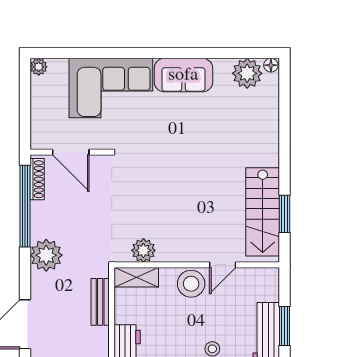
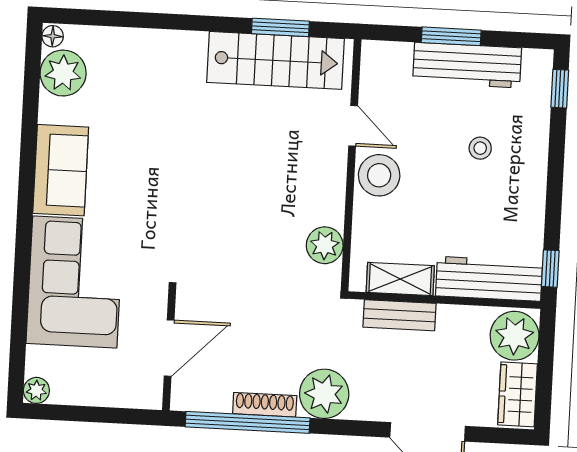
shoe rack: (37, 179) -> (265, 405), moved
shelving: (136, 277) -> (400, 279), moved, turned 90

